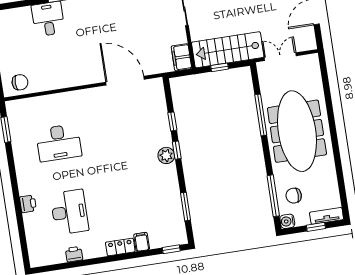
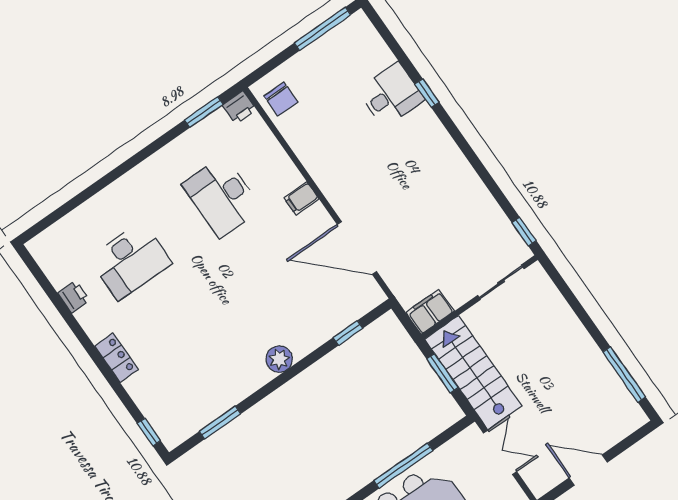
window: (220, 67) -> (442, 373), width x1.50
door: (125, 81) -> (357, 248), swing flipped
window: (172, 121) -> (348, 333), moved
window: (177, 150) -> (294, 371), removed
printer: (28, 204) -> (239, 107), moved
filing cabinet: (142, 242) -> (301, 198), moved, turned 180

